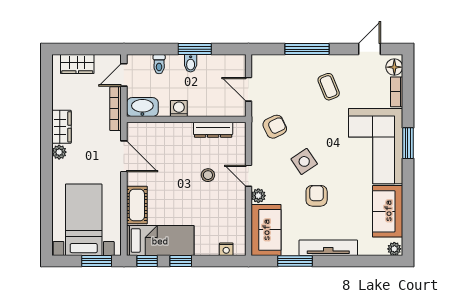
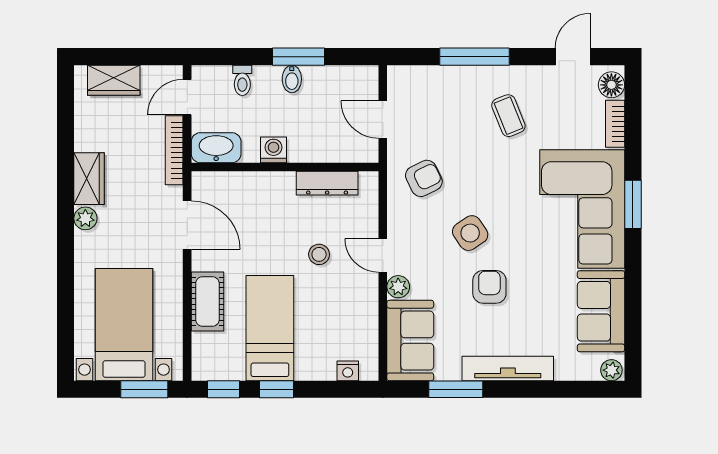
bed: (160, 241) -> (270, 328), moved, turned -90

